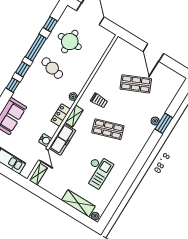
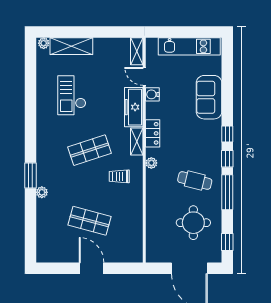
window: (50, 24) -> (227, 242), moved
shop shelf: (136, 84) -> (90, 221), turned 39
window: (164, 123) -> (30, 175), moved

